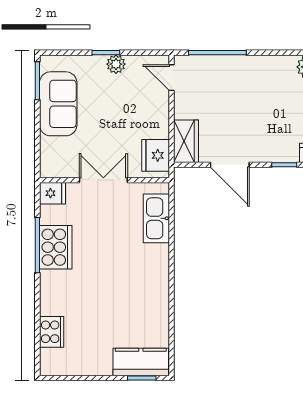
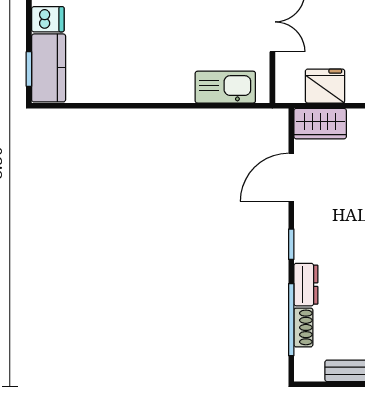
fridge: (156, 155) -> (325, 86), moved
dishwasher: (101, 363) -> (48, 19), added

